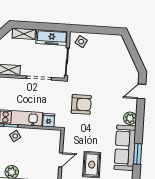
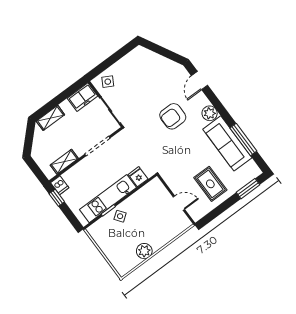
freezer: (52, 38) -> (82, 97), width x0.71
armchair: (81, 104) -> (173, 116), moved, turned 180
window: (138, 154) -> (243, 140), width x1.44
door: (61, 160) -> (179, 203), hinge flipped

